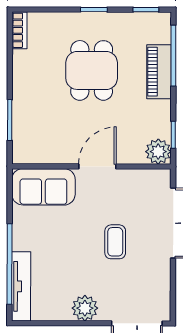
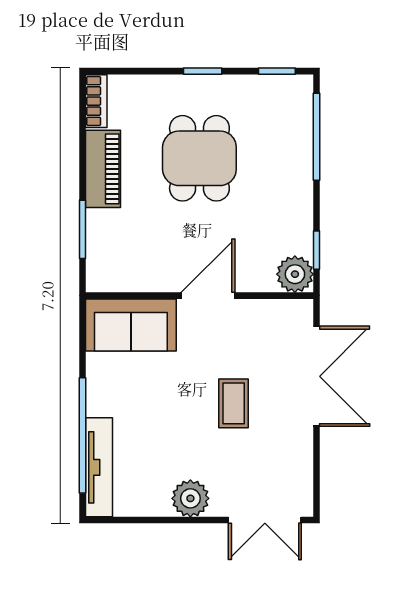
piano: (159, 72) -> (103, 169), moved, turned 180

